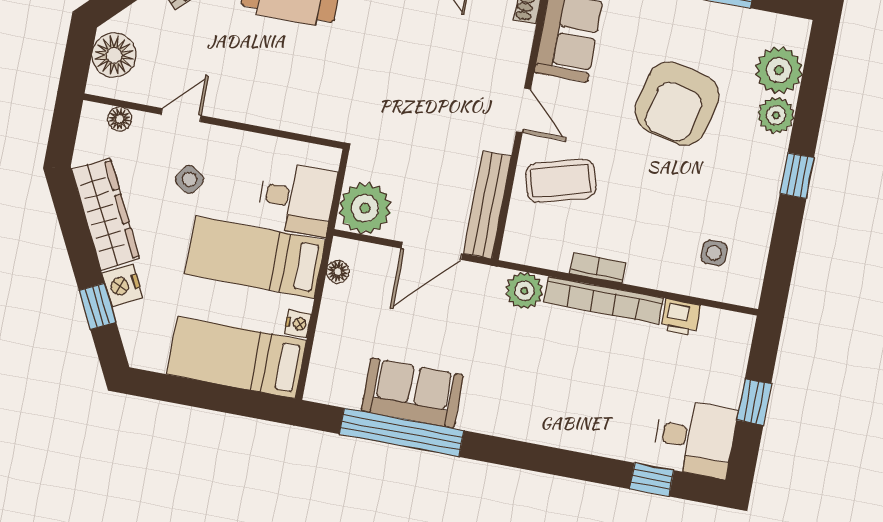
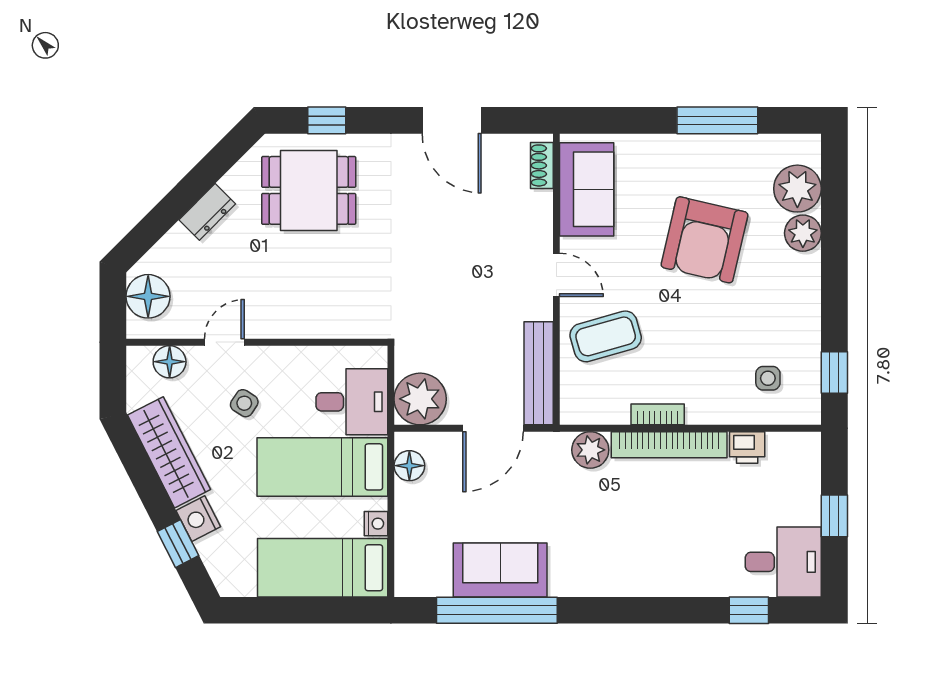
floor lamp: (120, 119) -> (170, 362), width x1.37, depth x1.37
window: (797, 176) -> (834, 373), moved
floor lamp: (338, 272) -> (409, 466), width x1.37, depth x1.37

